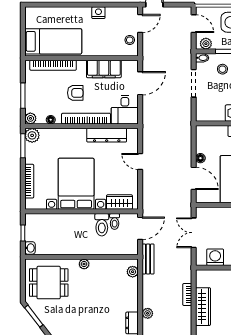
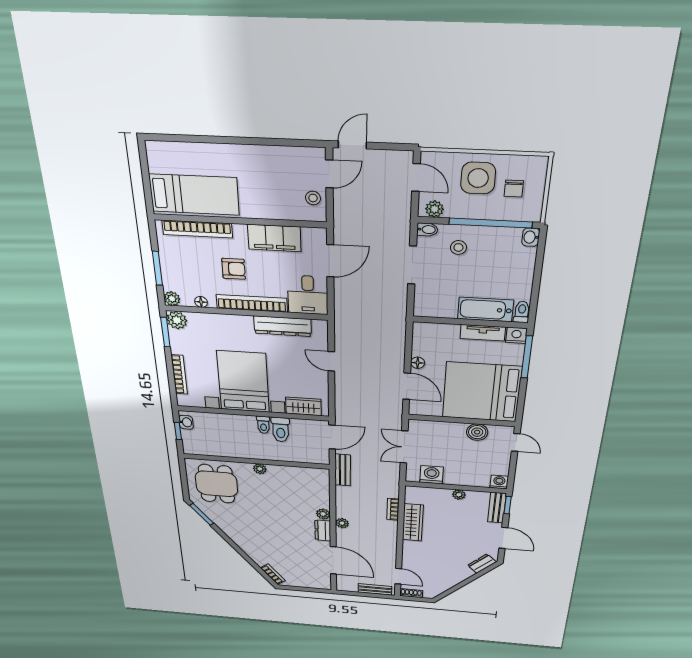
nightstand: (98, 13) -> (262, 154), removed
toilet: (115, 221) -> (263, 425), moved
washbasin: (30, 248) -> (186, 422), moved
plant: (133, 272) -> (323, 514), moved
dining table: (49, 283) -> (216, 484), turned 90

